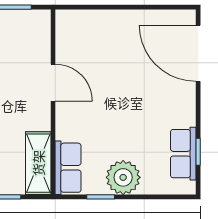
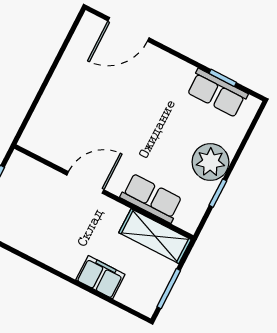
door: (198, 53) -> (129, 29), width x0.73
row of seats: (68, 168) -> (151, 198), moved

